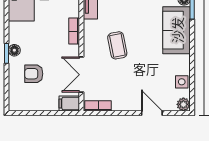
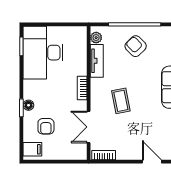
armchair: (34, 74) -> (46, 126), turned -90
filing cabinet: (69, 103) -> (32, 149), moved, turned 180

